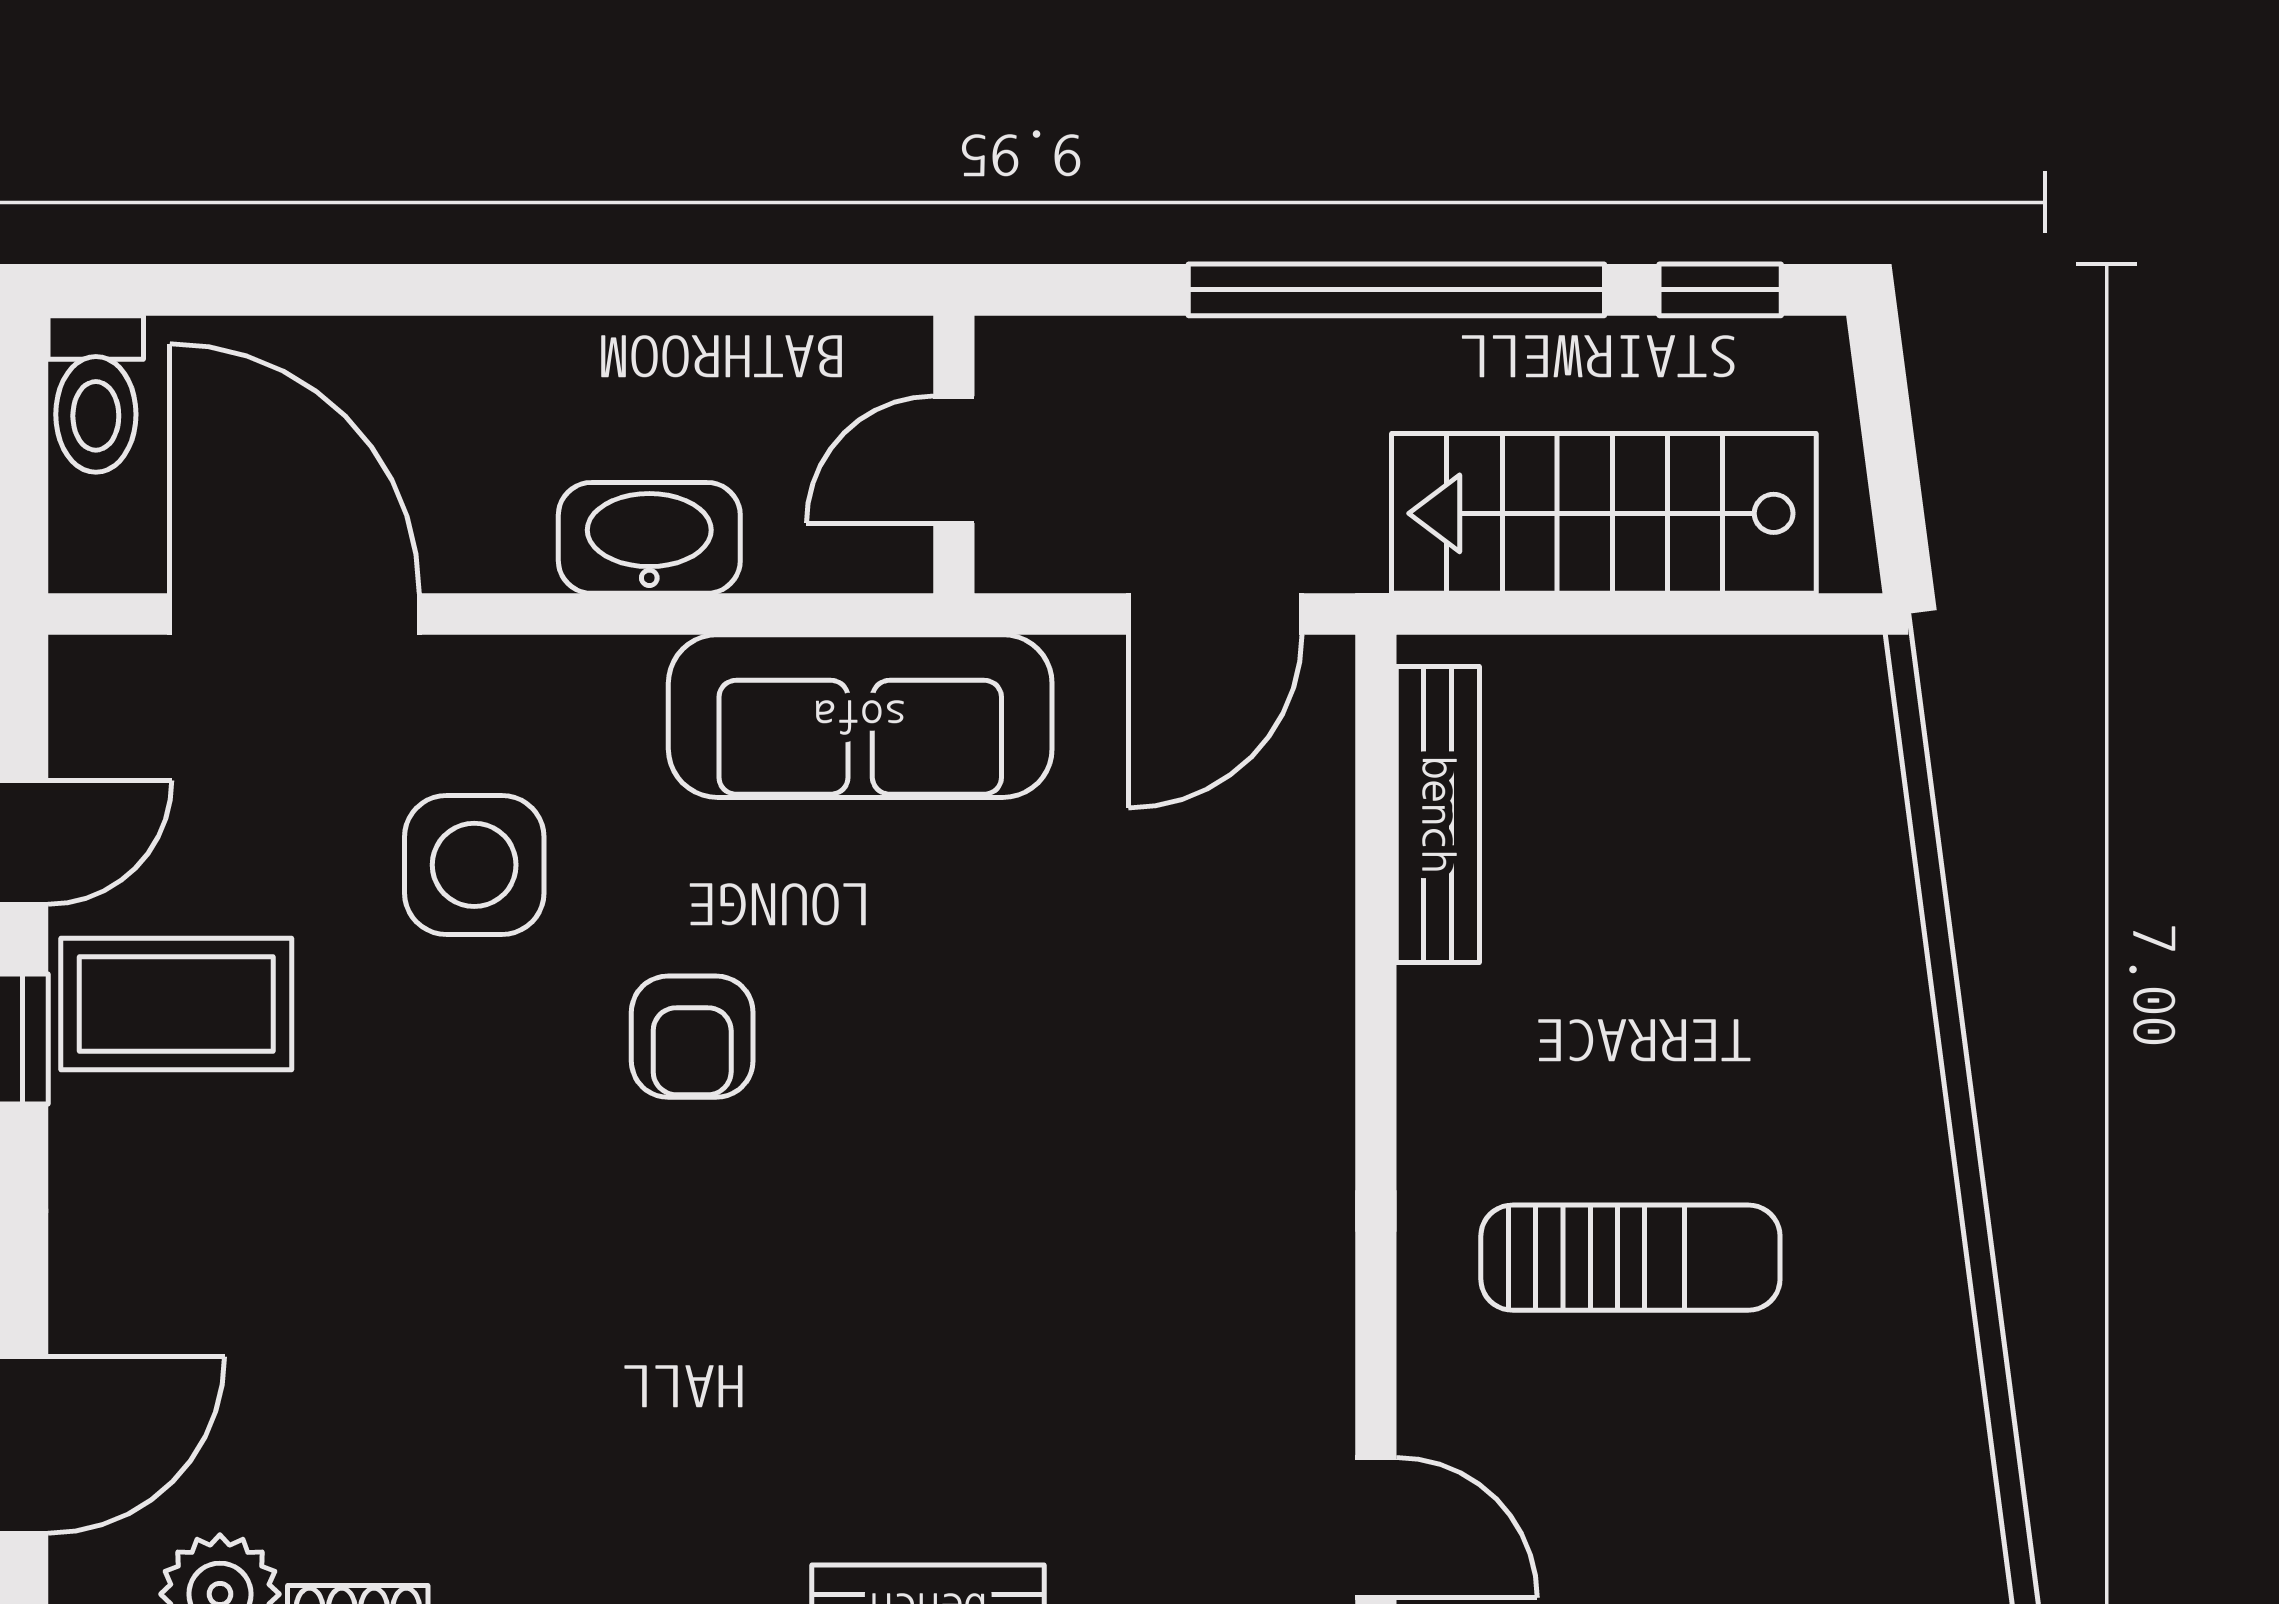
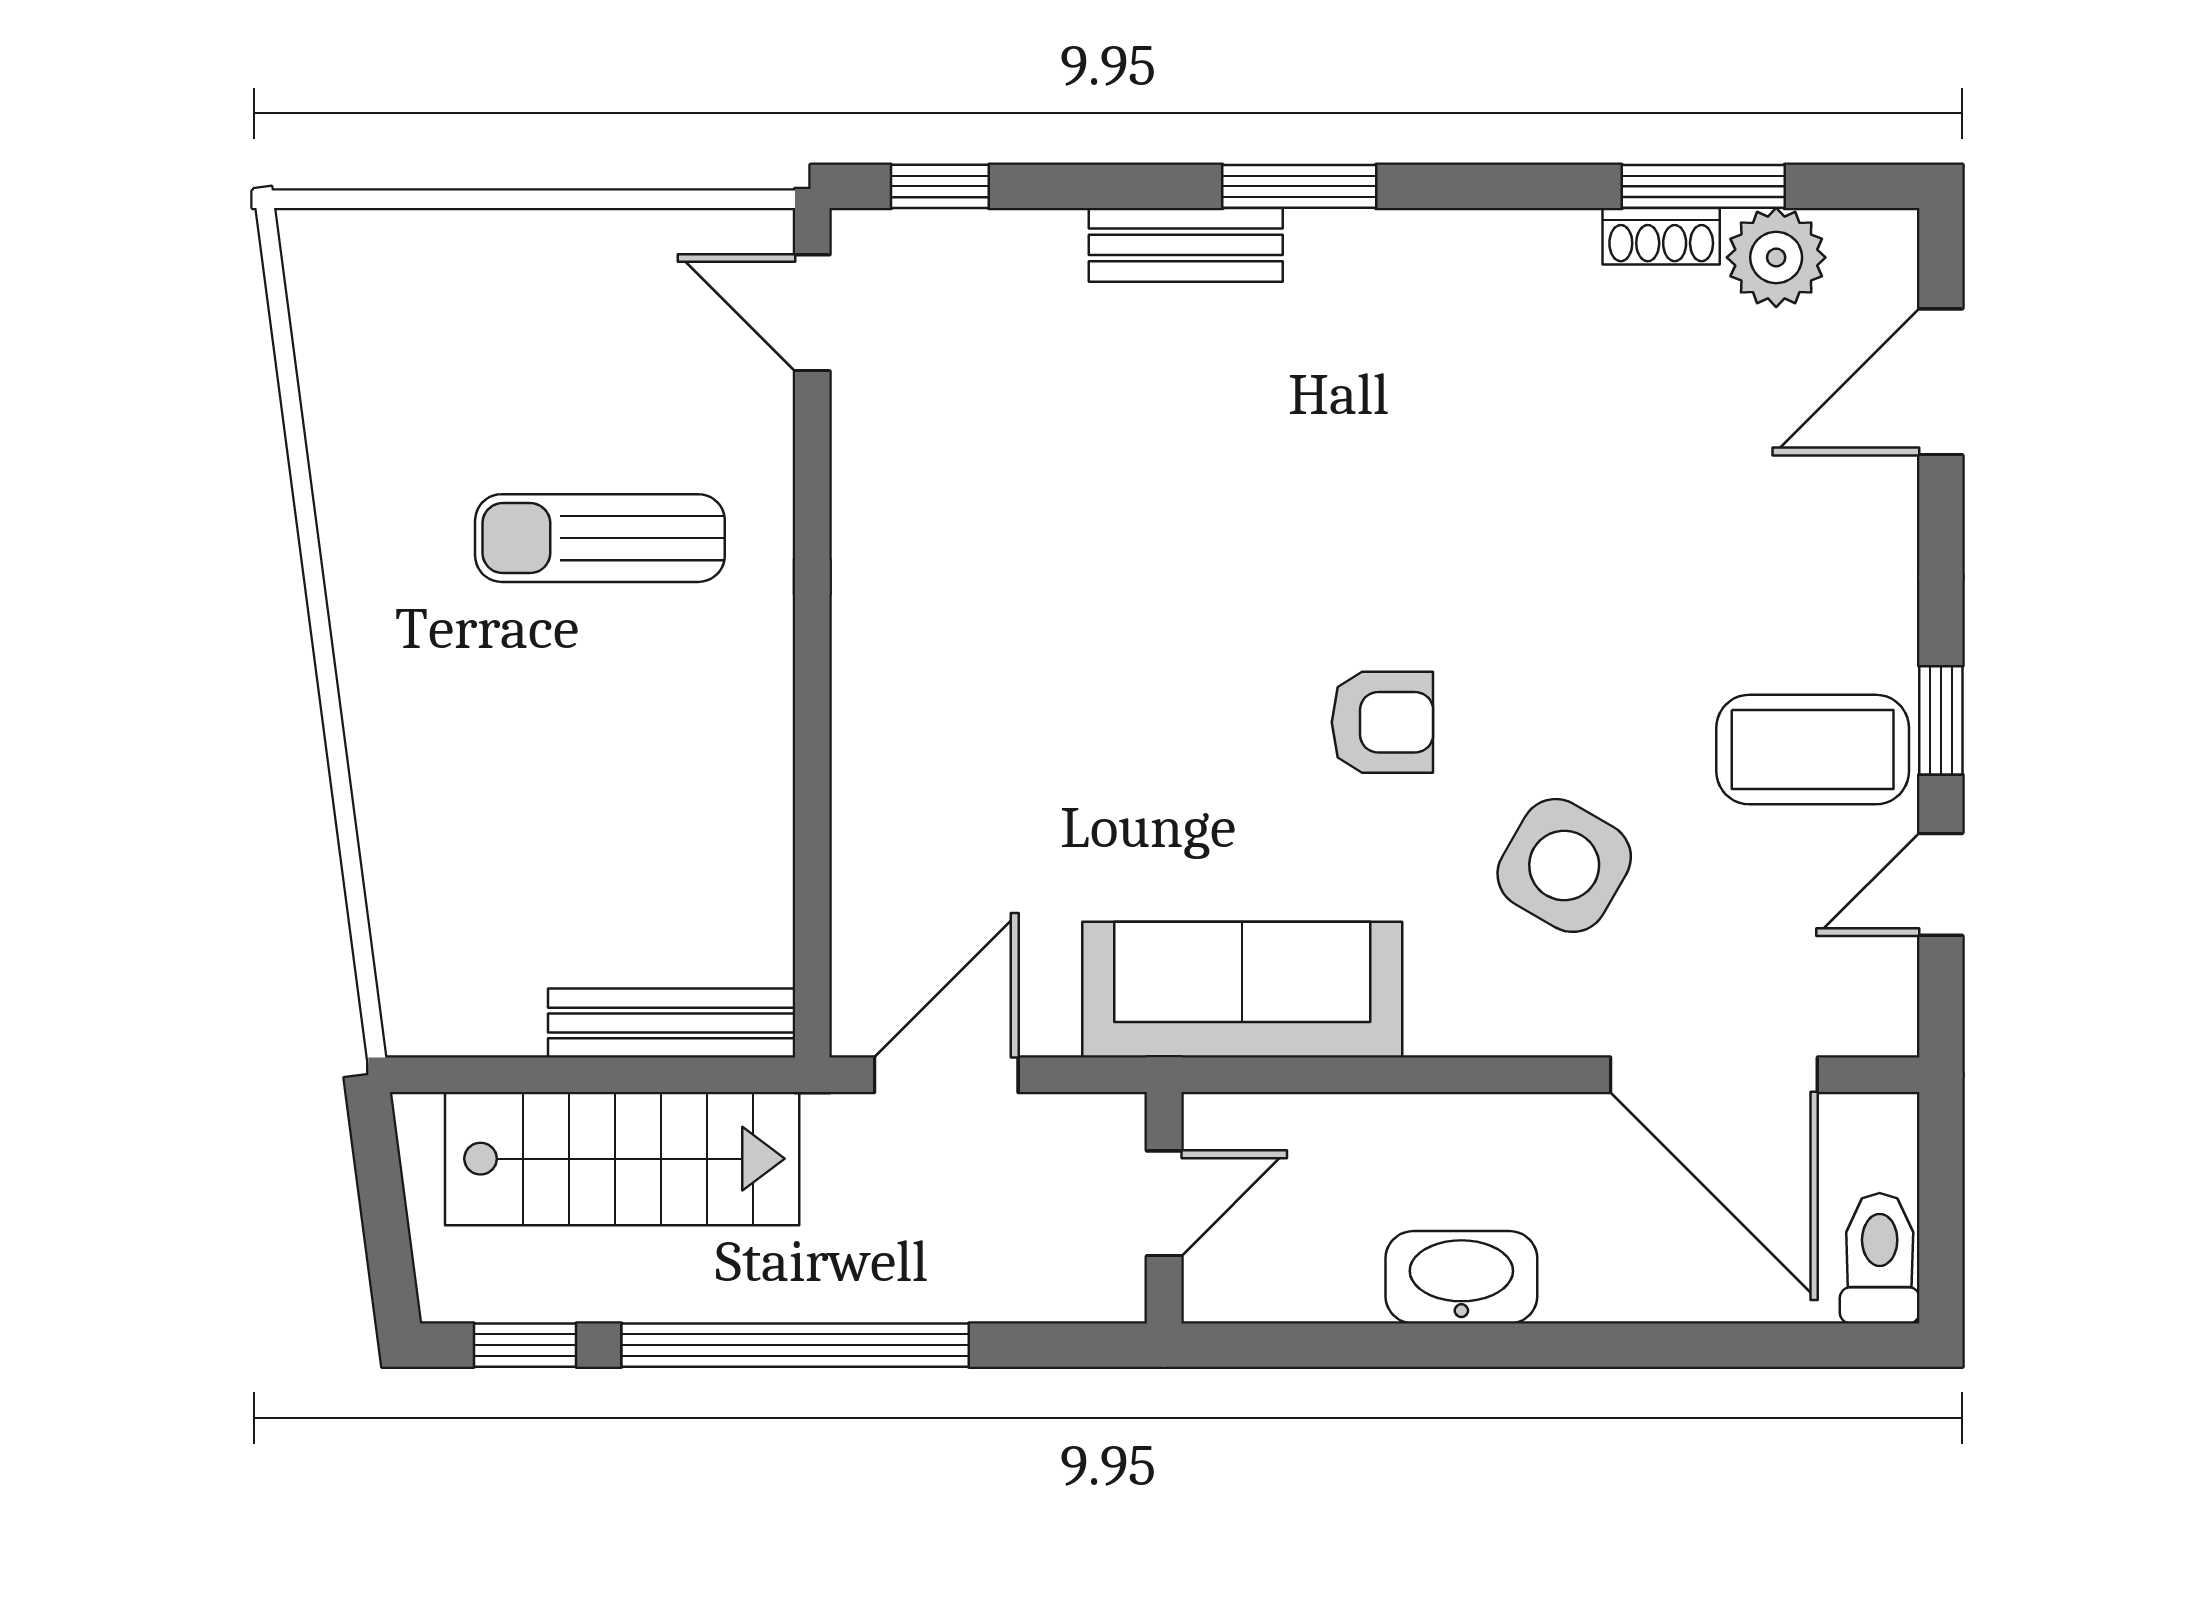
washbasin: (649, 538) -> (1461, 1277), moved, turned 180
bench: (1438, 815) -> (672, 1023), moved, turned 90
side table: (474, 865) -> (1564, 865), turned 30
armchair: (692, 1037) -> (1382, 722), turned 90

